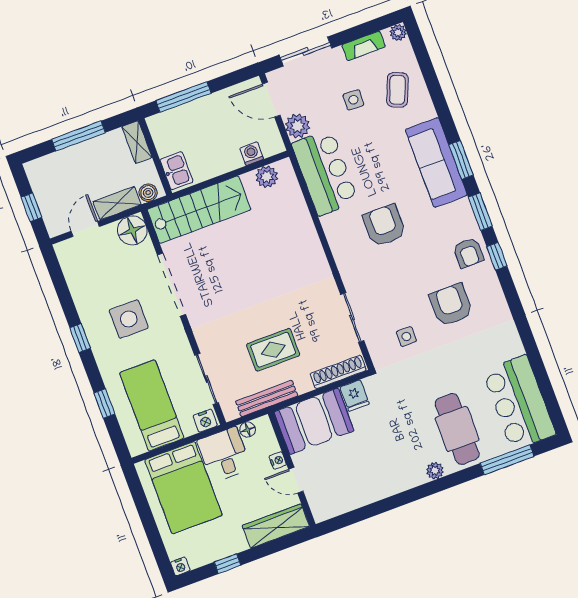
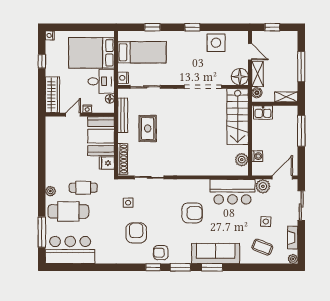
armchair: (451, 305) -> (136, 233), turned -90
side table: (129, 319) -> (216, 43), moved
cafe table: (409, 419) -> (83, 188), added

